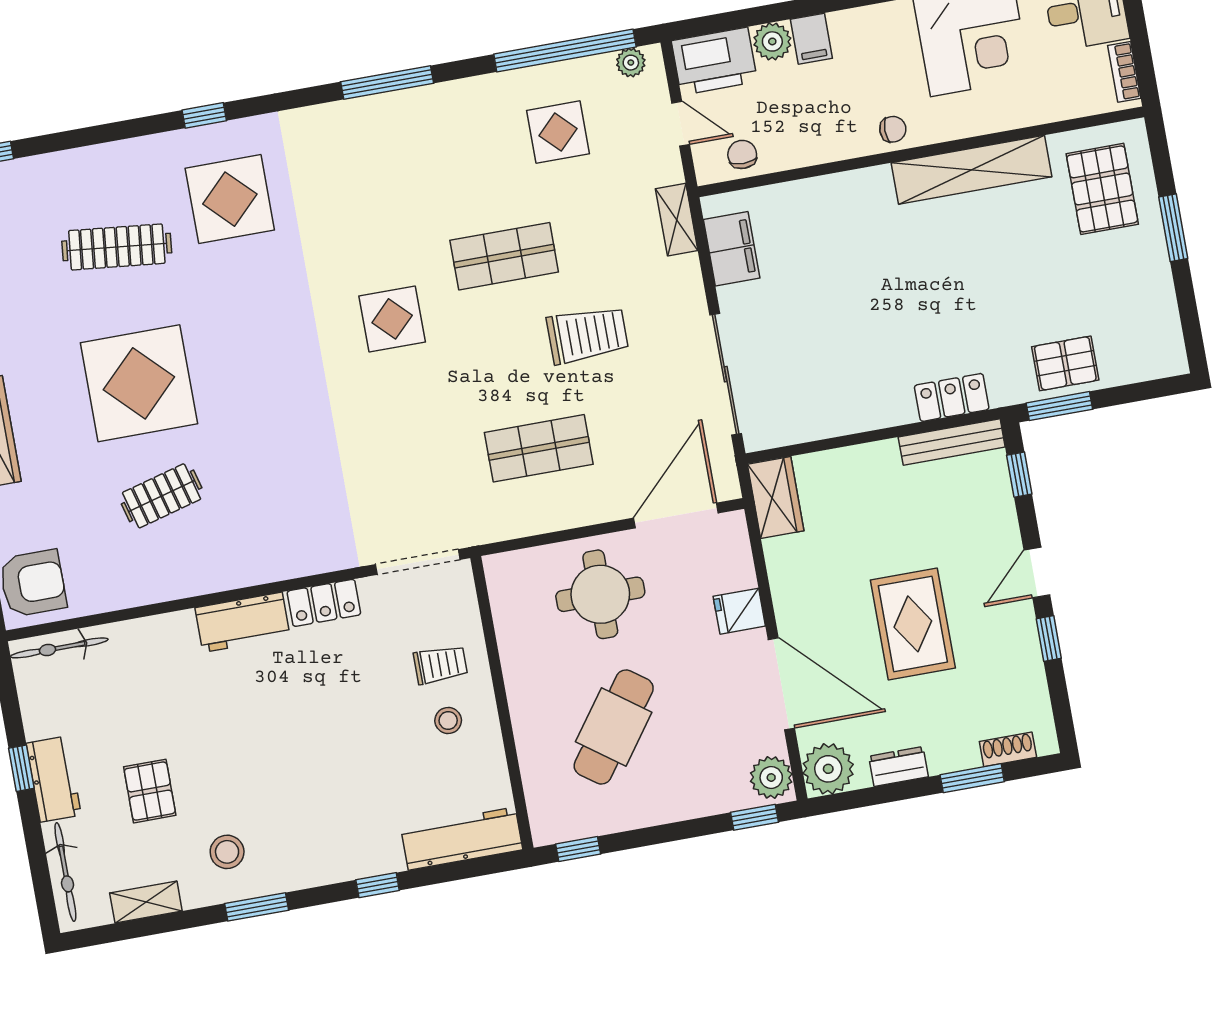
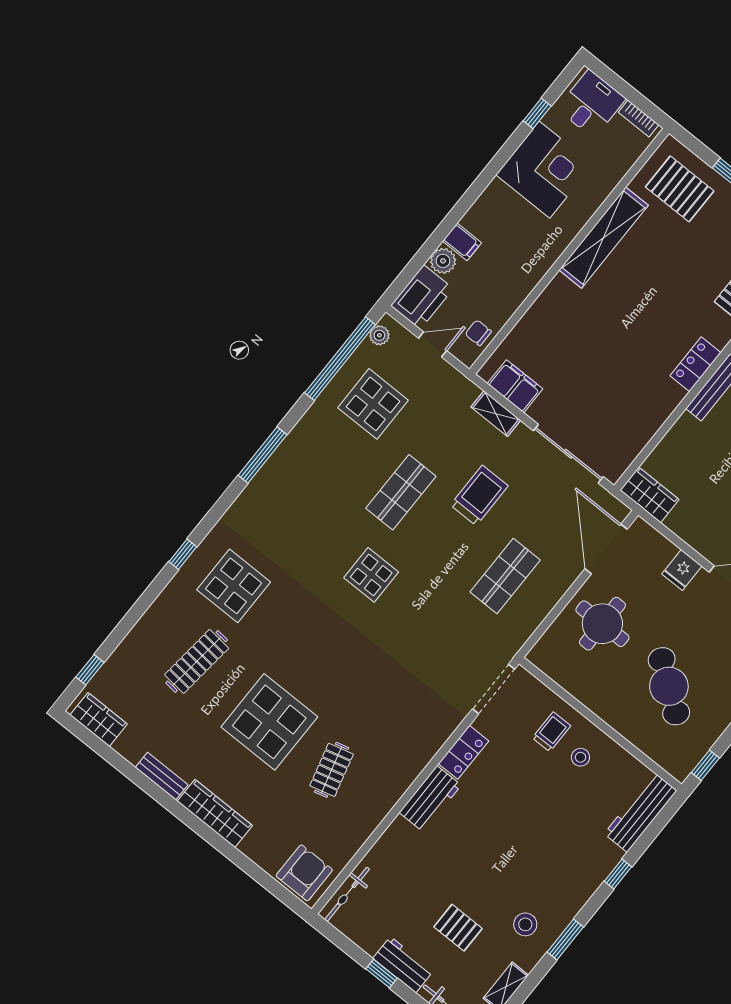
chair: (893, 129) -> (545, 252), removed
display table: (558, 132) -> (373, 404), width x1.36, depth x1.36
shelving: (677, 220) -> (496, 414), moved

